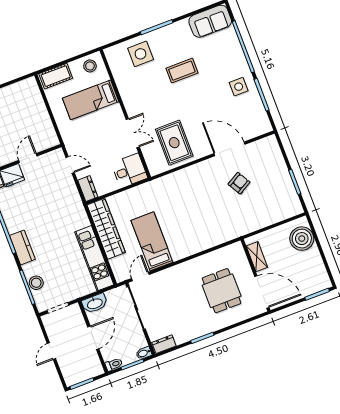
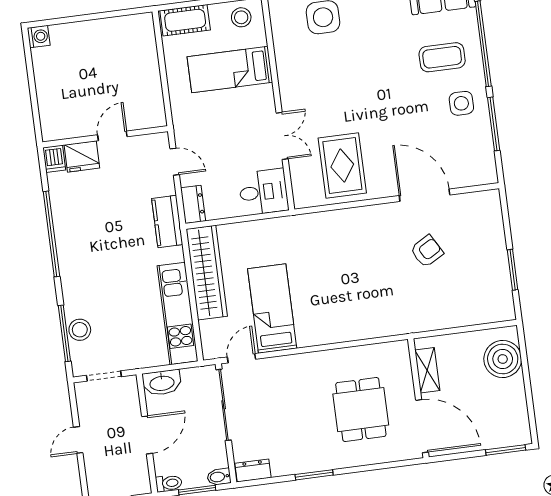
coffee table: (182, 71) -> (442, 57), moved
kitchen counter: (22, 247) -> (167, 221), moved, turned 180

